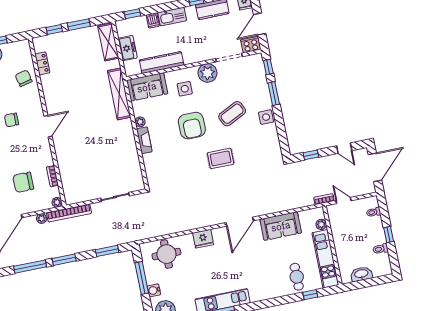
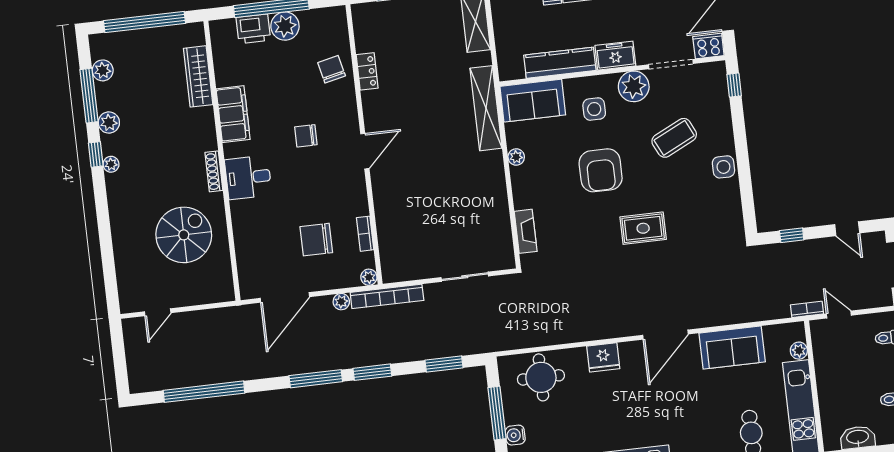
freezer: (128, 48) -> (615, 56), moved, turned -90
locker: (42, 63) -> (367, 71), moved
window: (274, 93) -> (739, 129), removed
coffee table: (232, 114) -> (674, 138), moved
fireplace: (144, 140) -> (526, 231), moved

